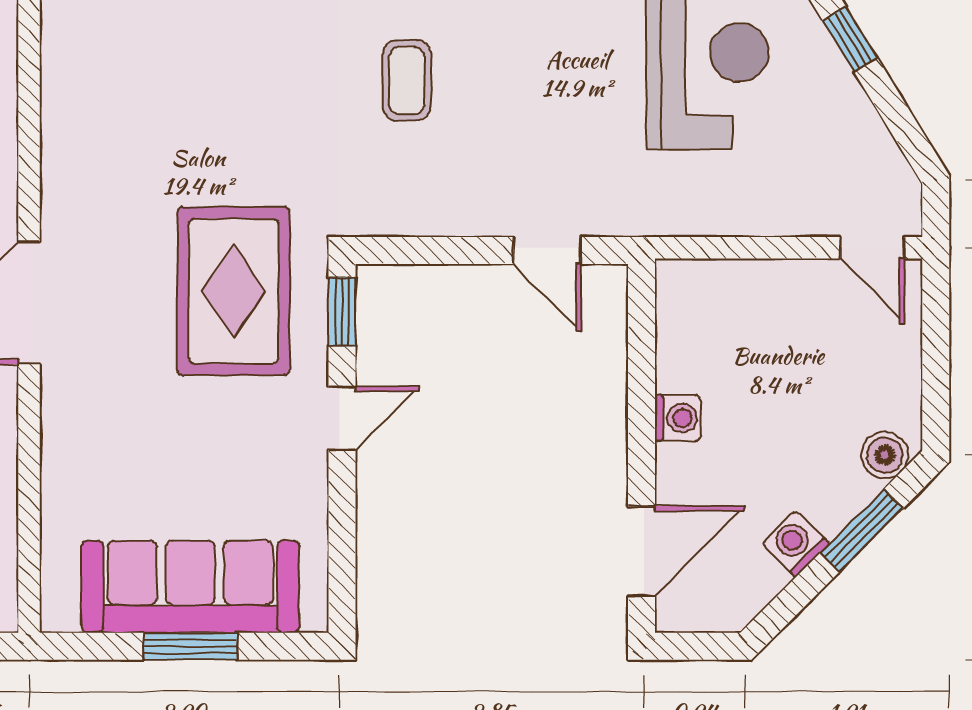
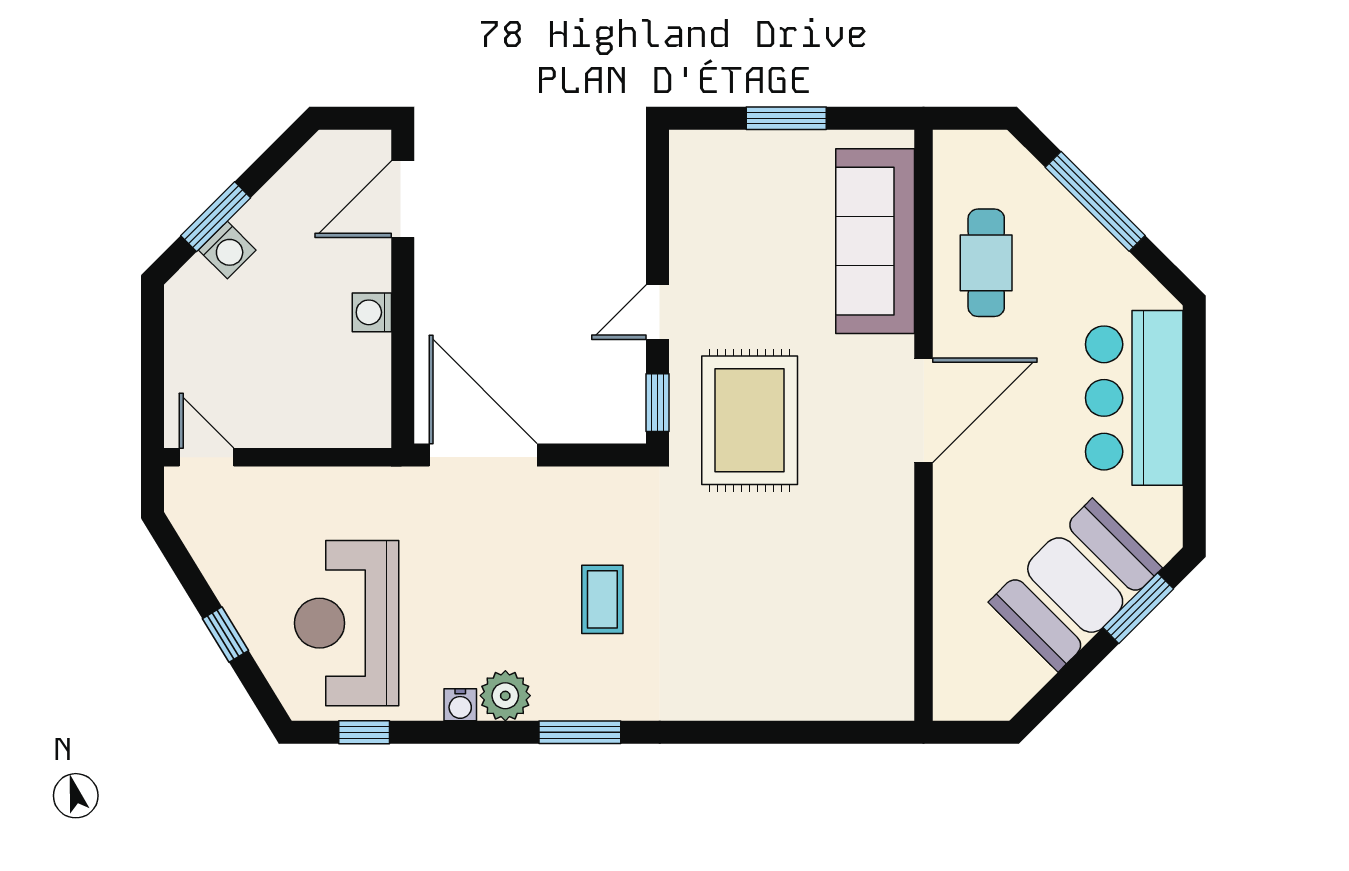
door: (547, 250) -> (483, 455), width x1.88
boiler: (885, 455) -> (196, 281), removed
washing machine: (796, 544) -> (227, 250), moved
sofa: (190, 587) -> (875, 241), moved, turned 90

